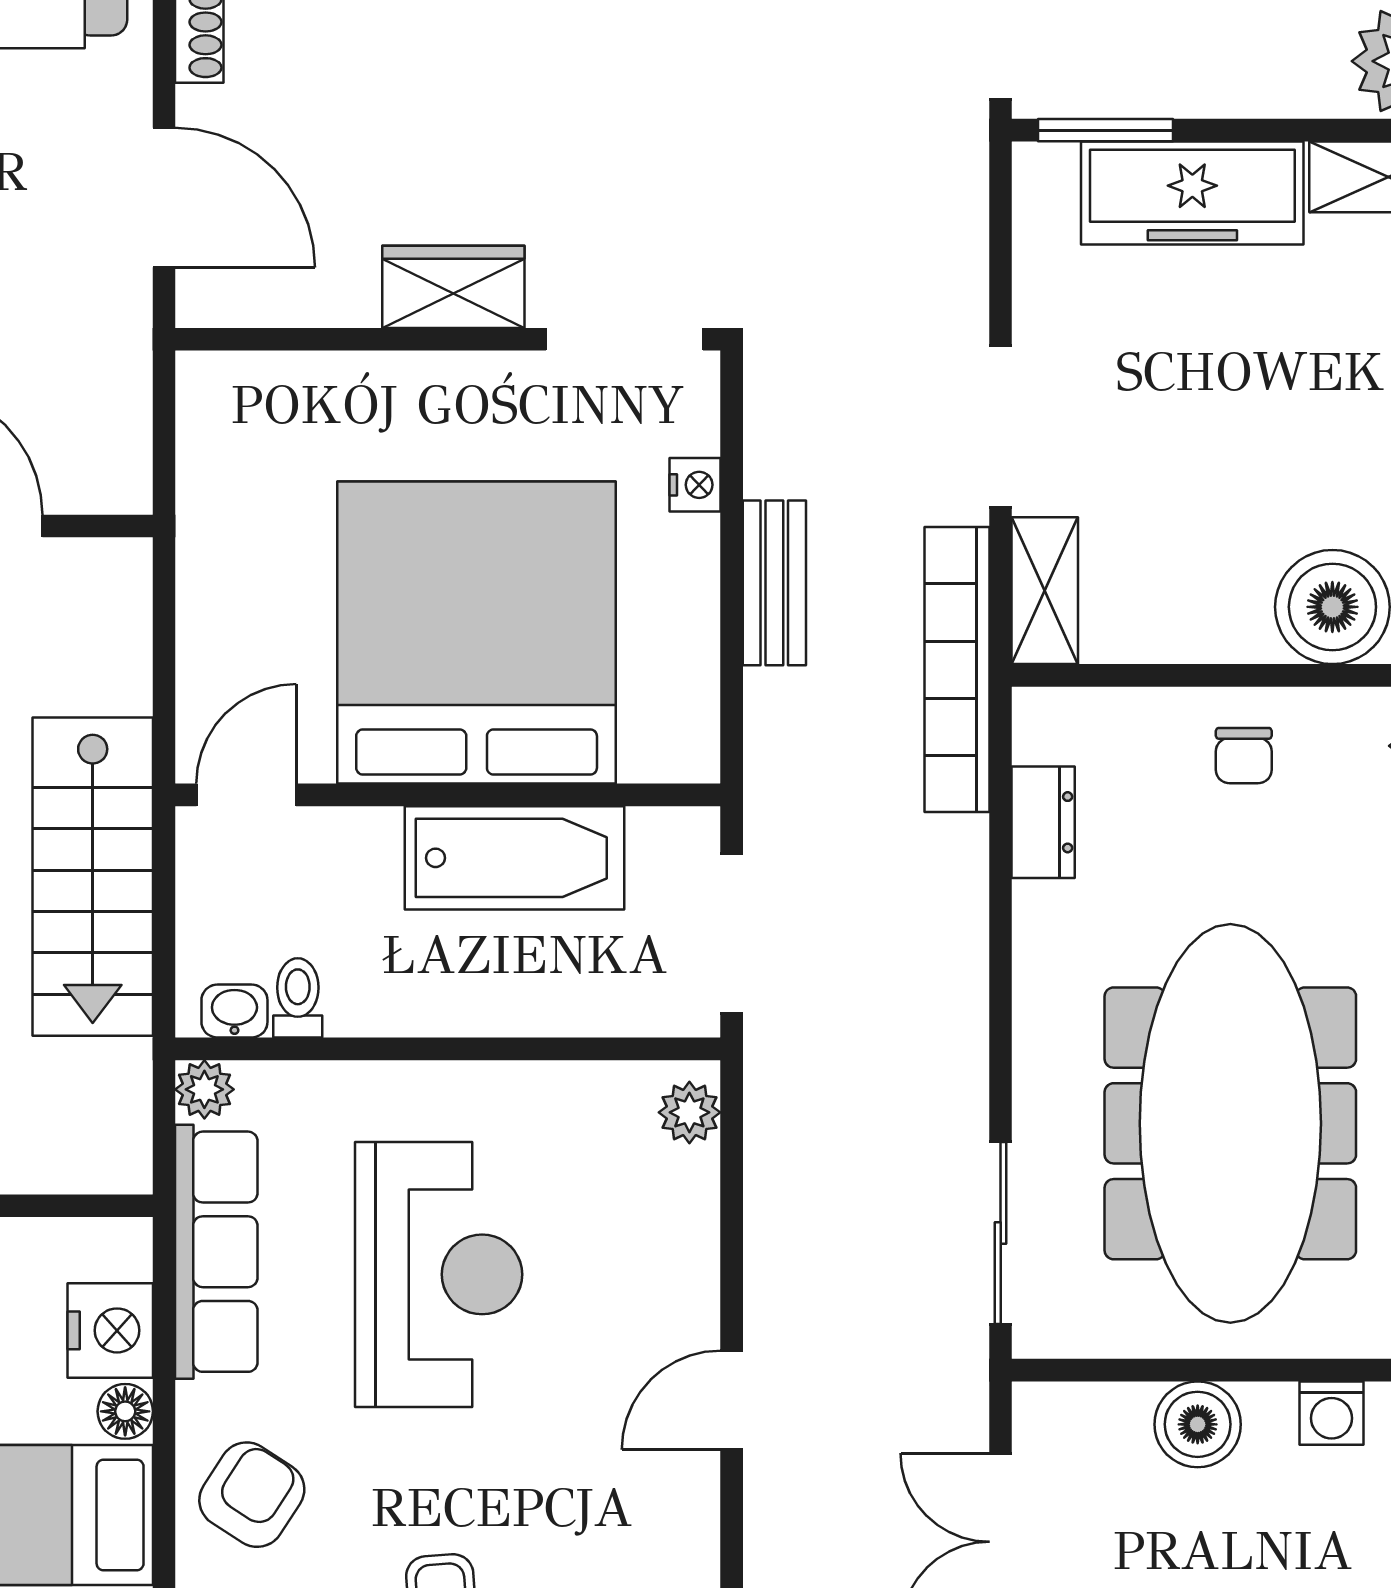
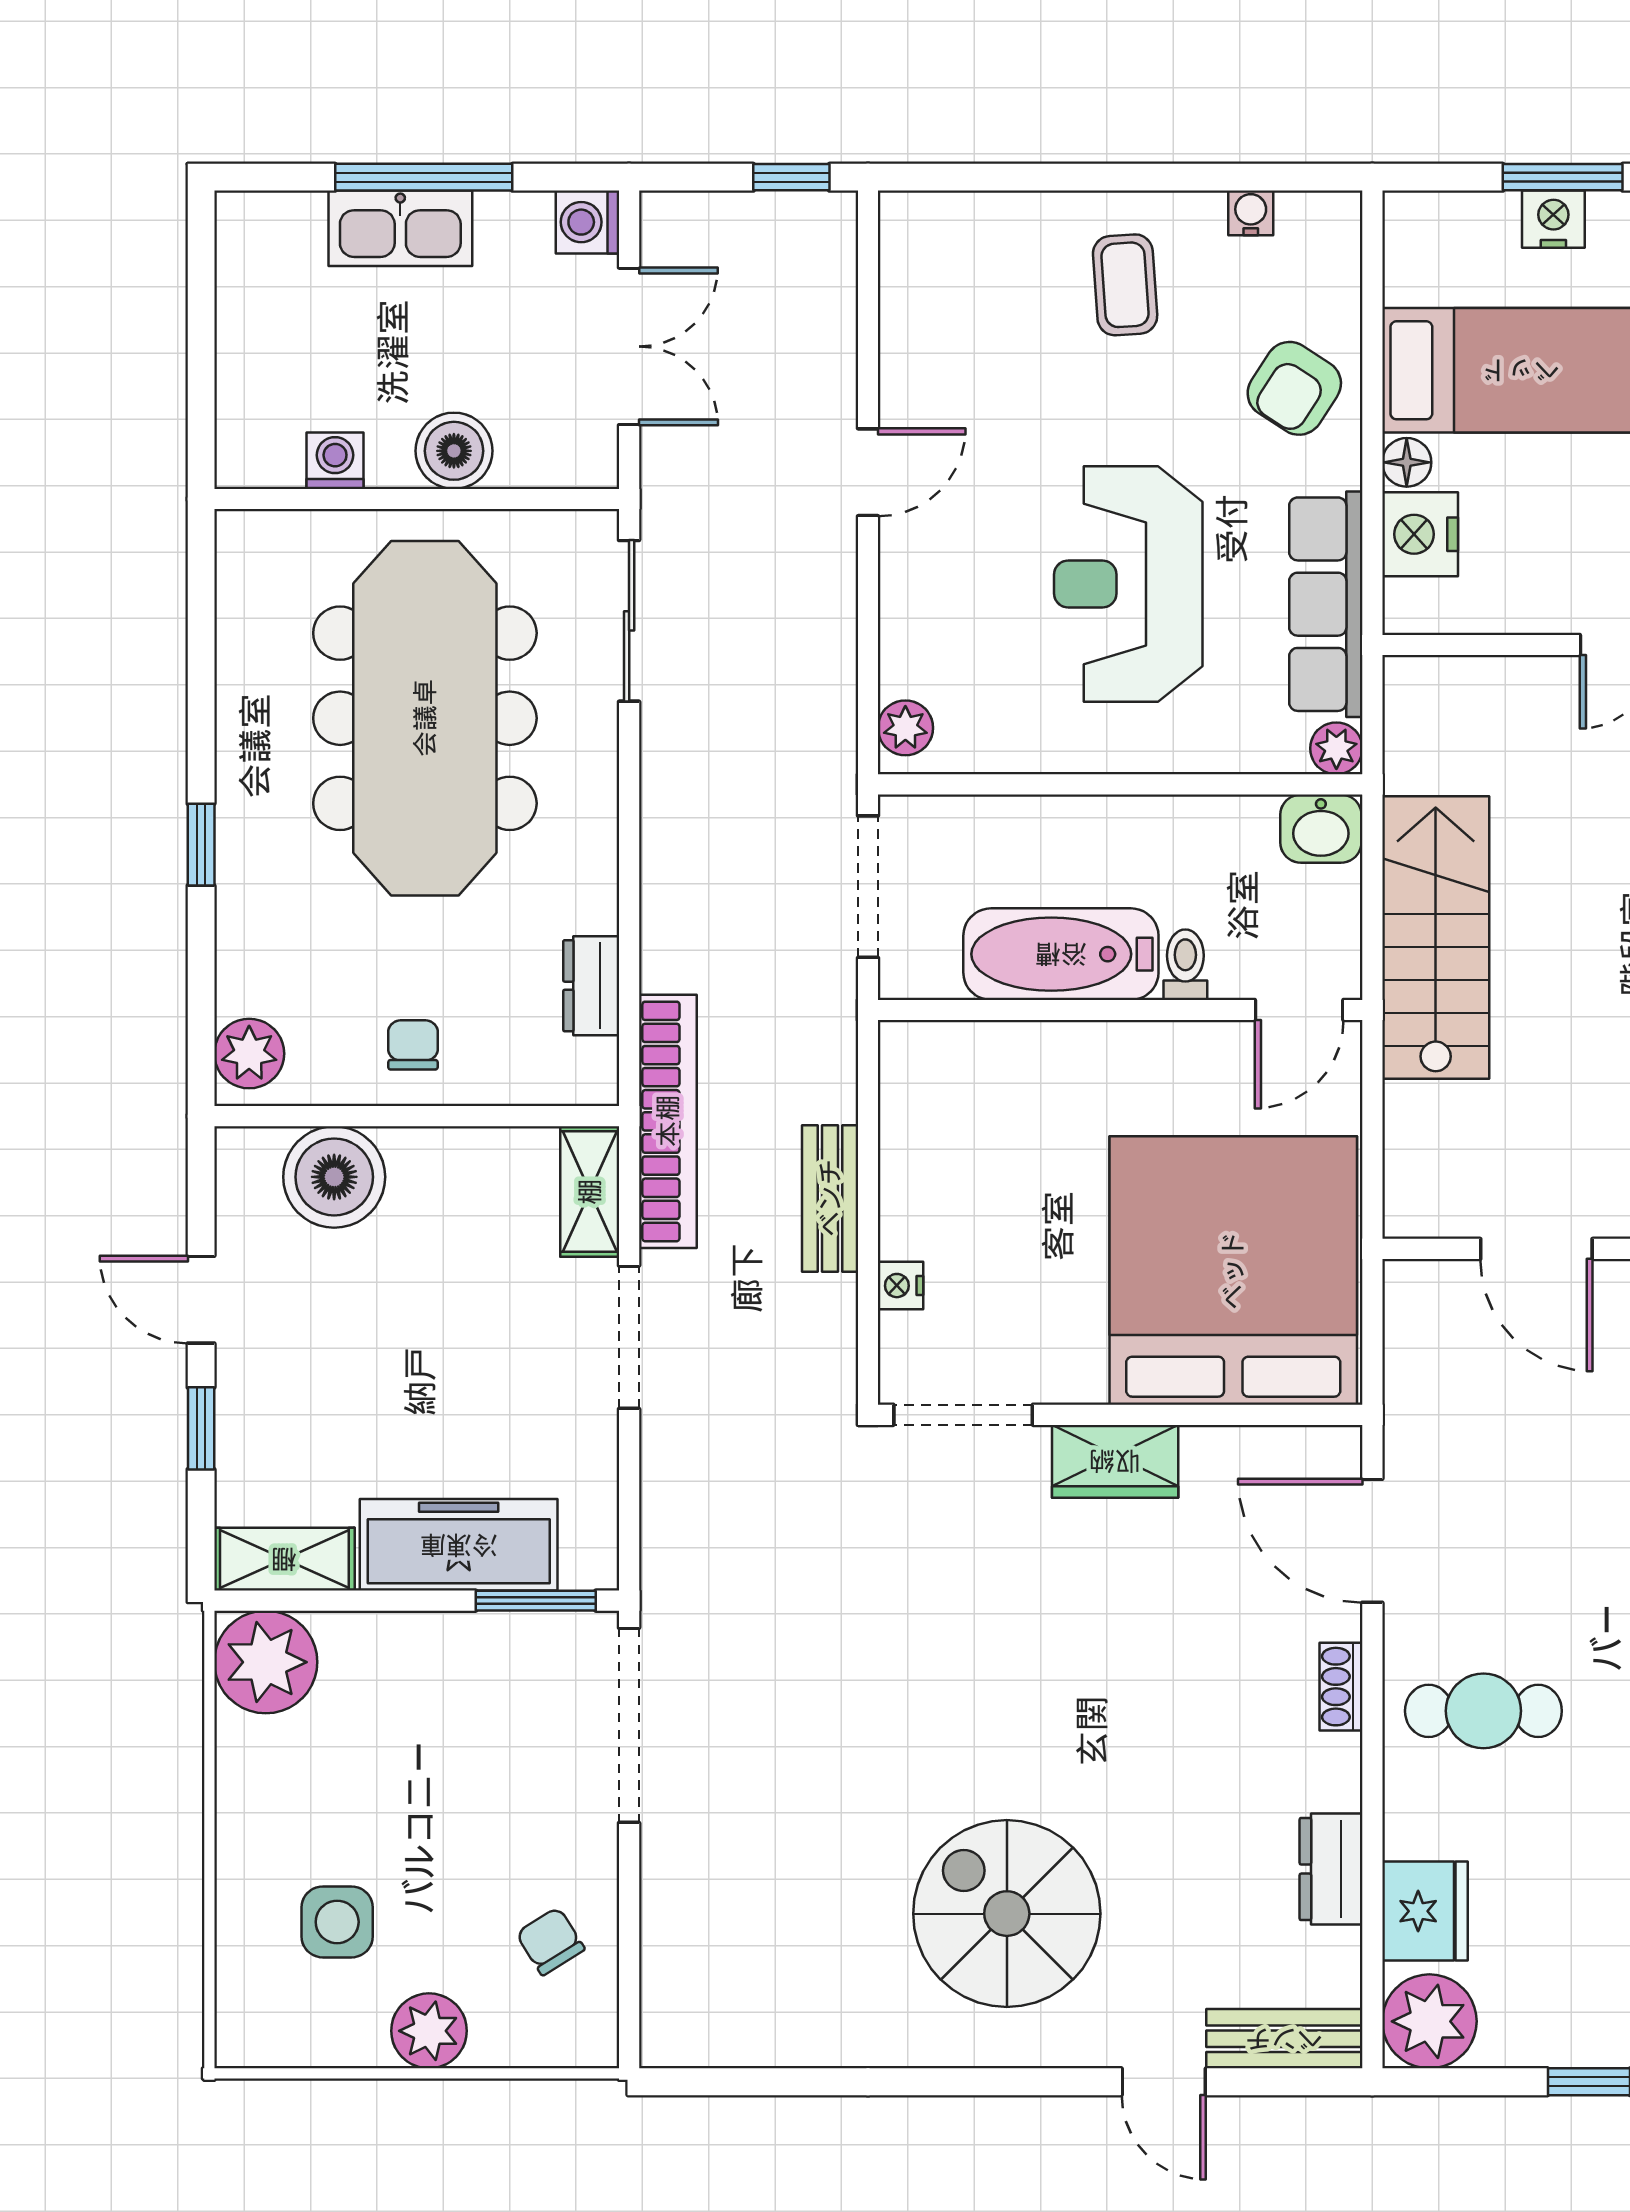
bed: (477, 633) -> (1233, 1271), moved, turned 180
toilet: (298, 998) -> (1185, 965), moved, turned 180
washbasin: (234, 1011) -> (1321, 829), width x1.38, depth x1.45

